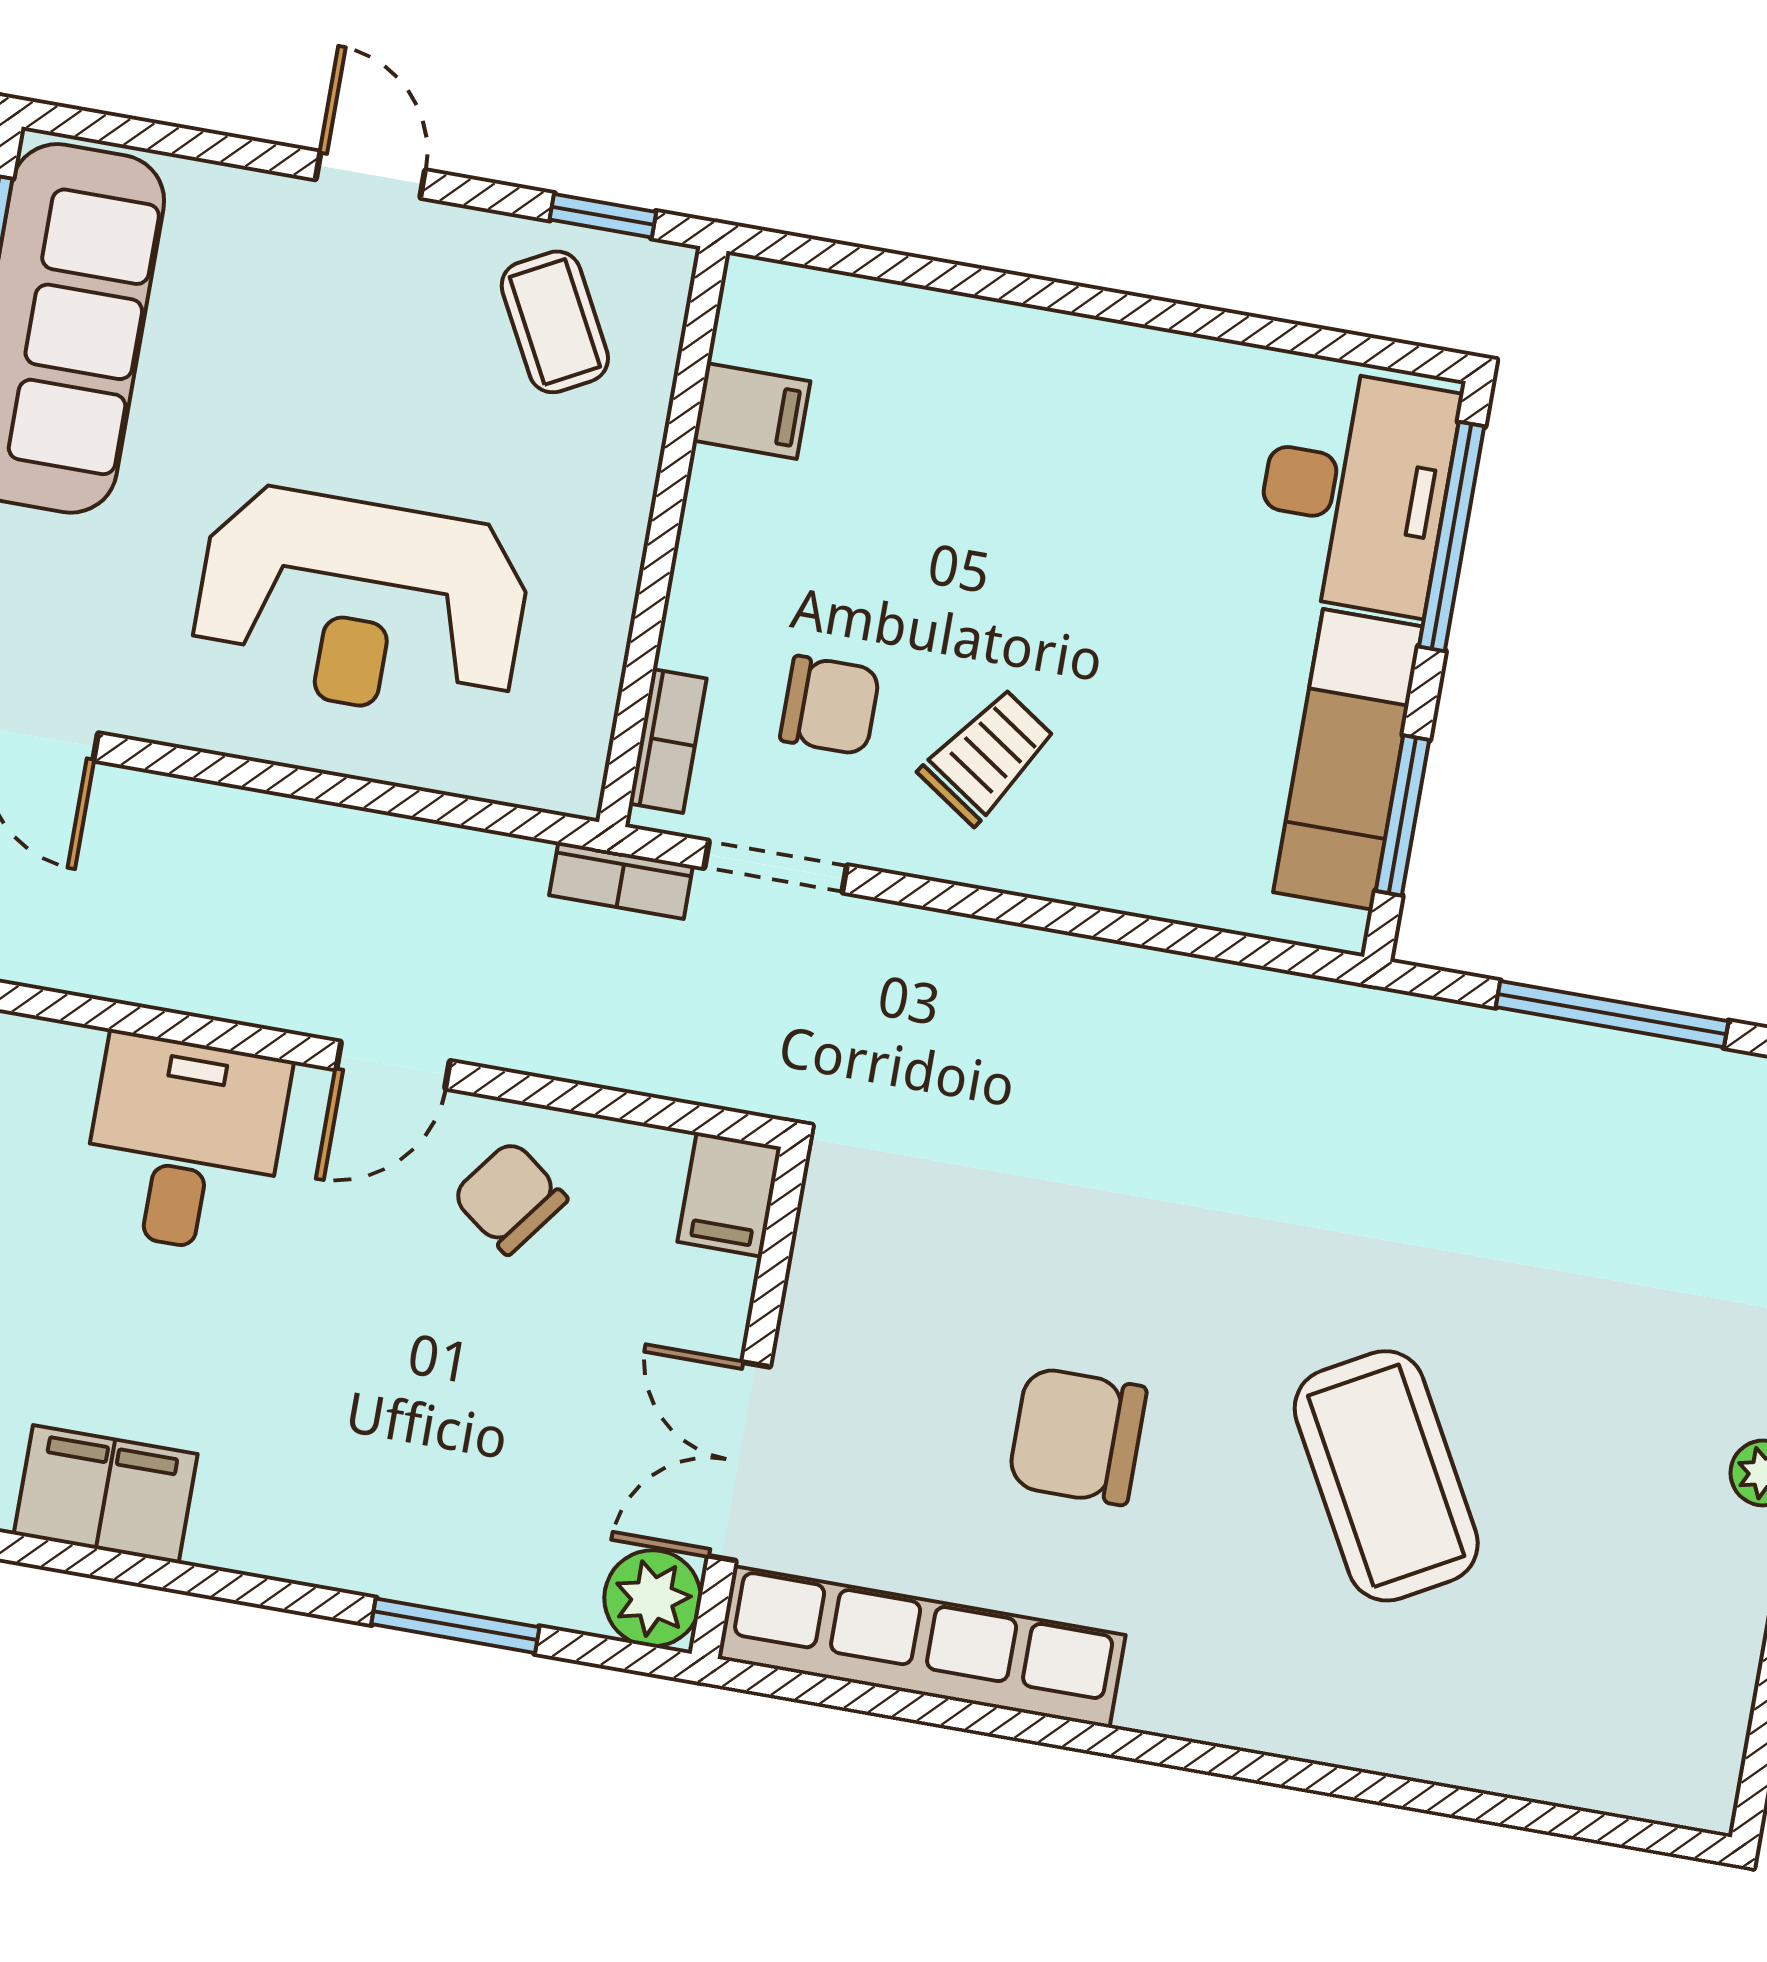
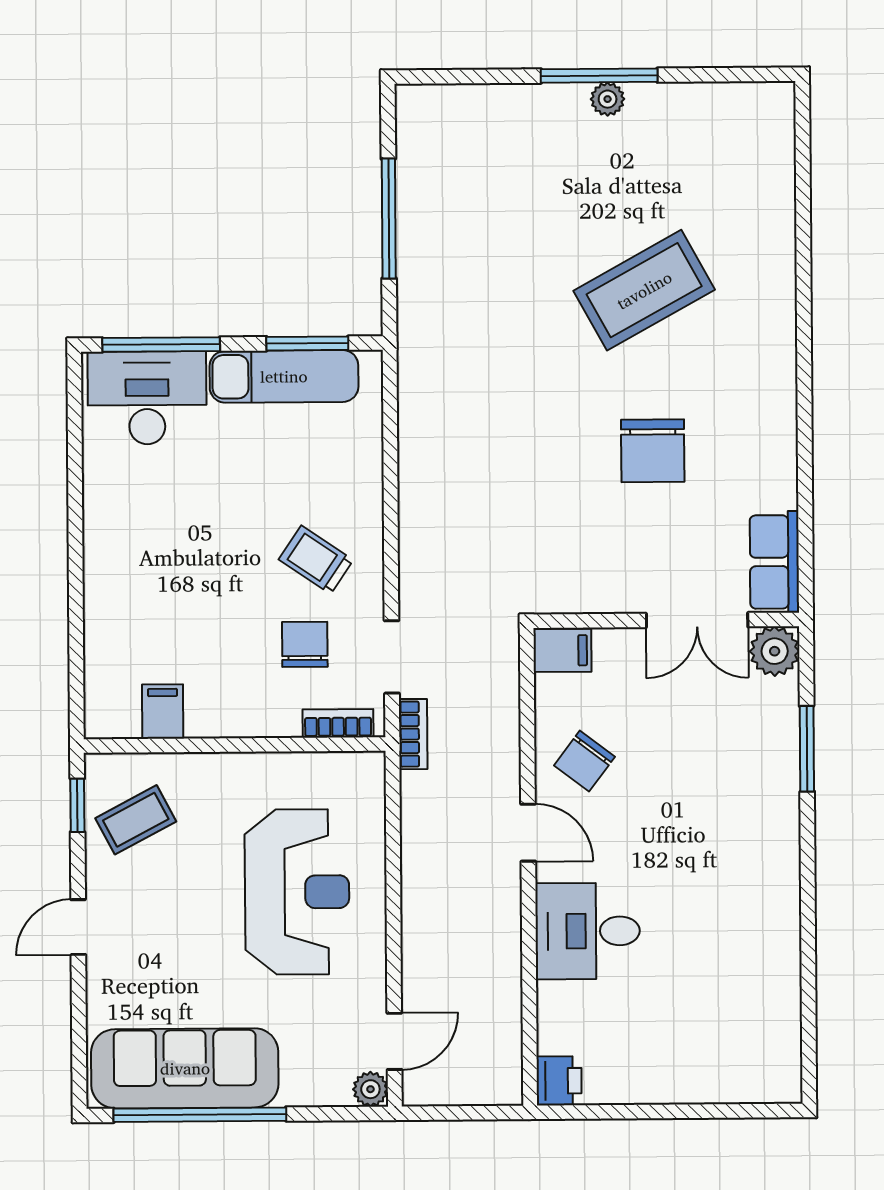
filing cabinet: (106, 1494) -> (773, 939), removed
row of seats: (922, 1647) -> (775, 562), width x0.50

